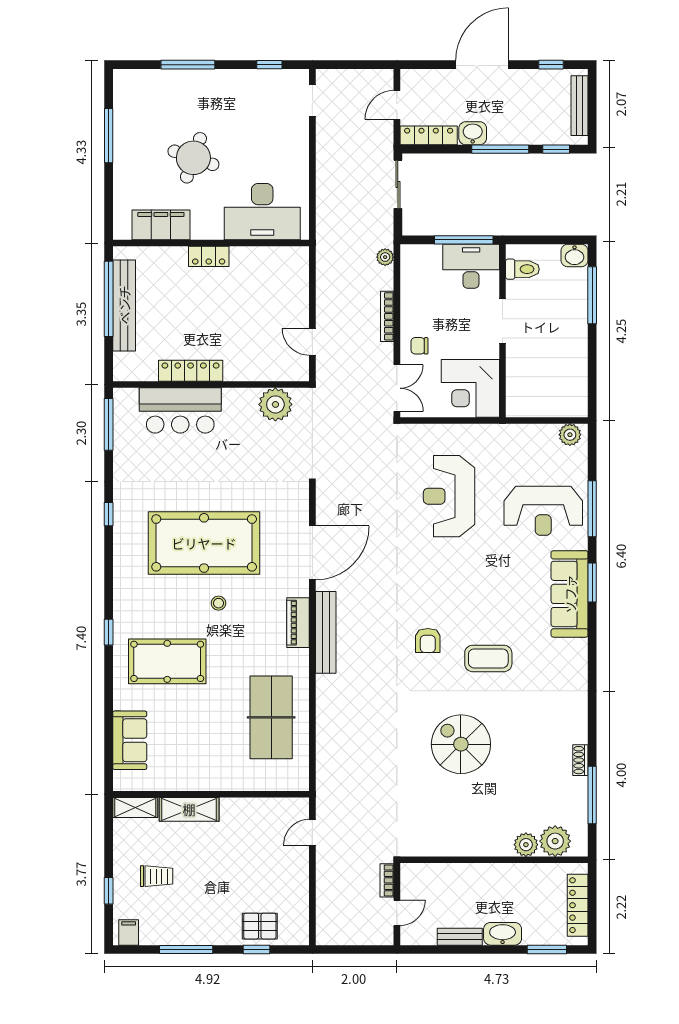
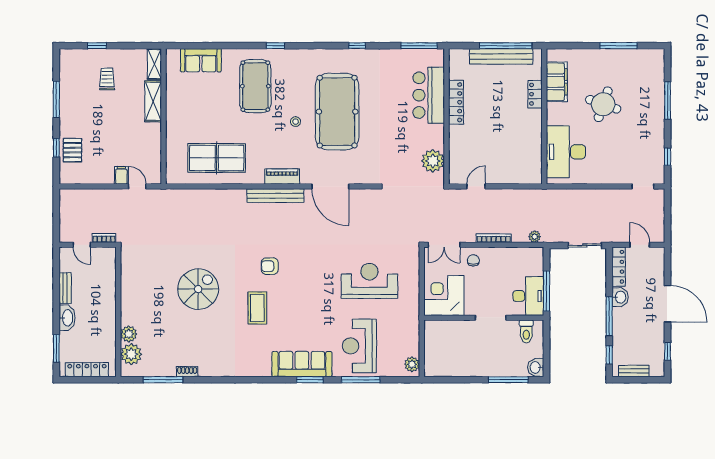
bench: (580, 106) -> (634, 371), width x0.73
locker: (209, 256) -> (535, 94), moved
trolley: (157, 876) -> (107, 79), turned 180
filing cabinet: (129, 932) -> (121, 175), moved, turned -90

